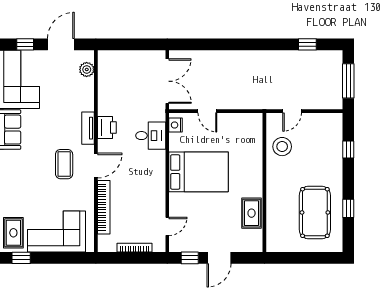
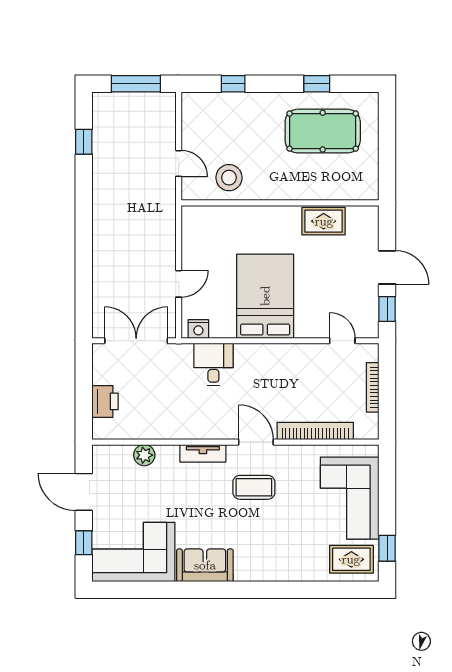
plant: (87, 69) -> (144, 455), moved
printer: (107, 127) -> (105, 401), moved, turned 90

